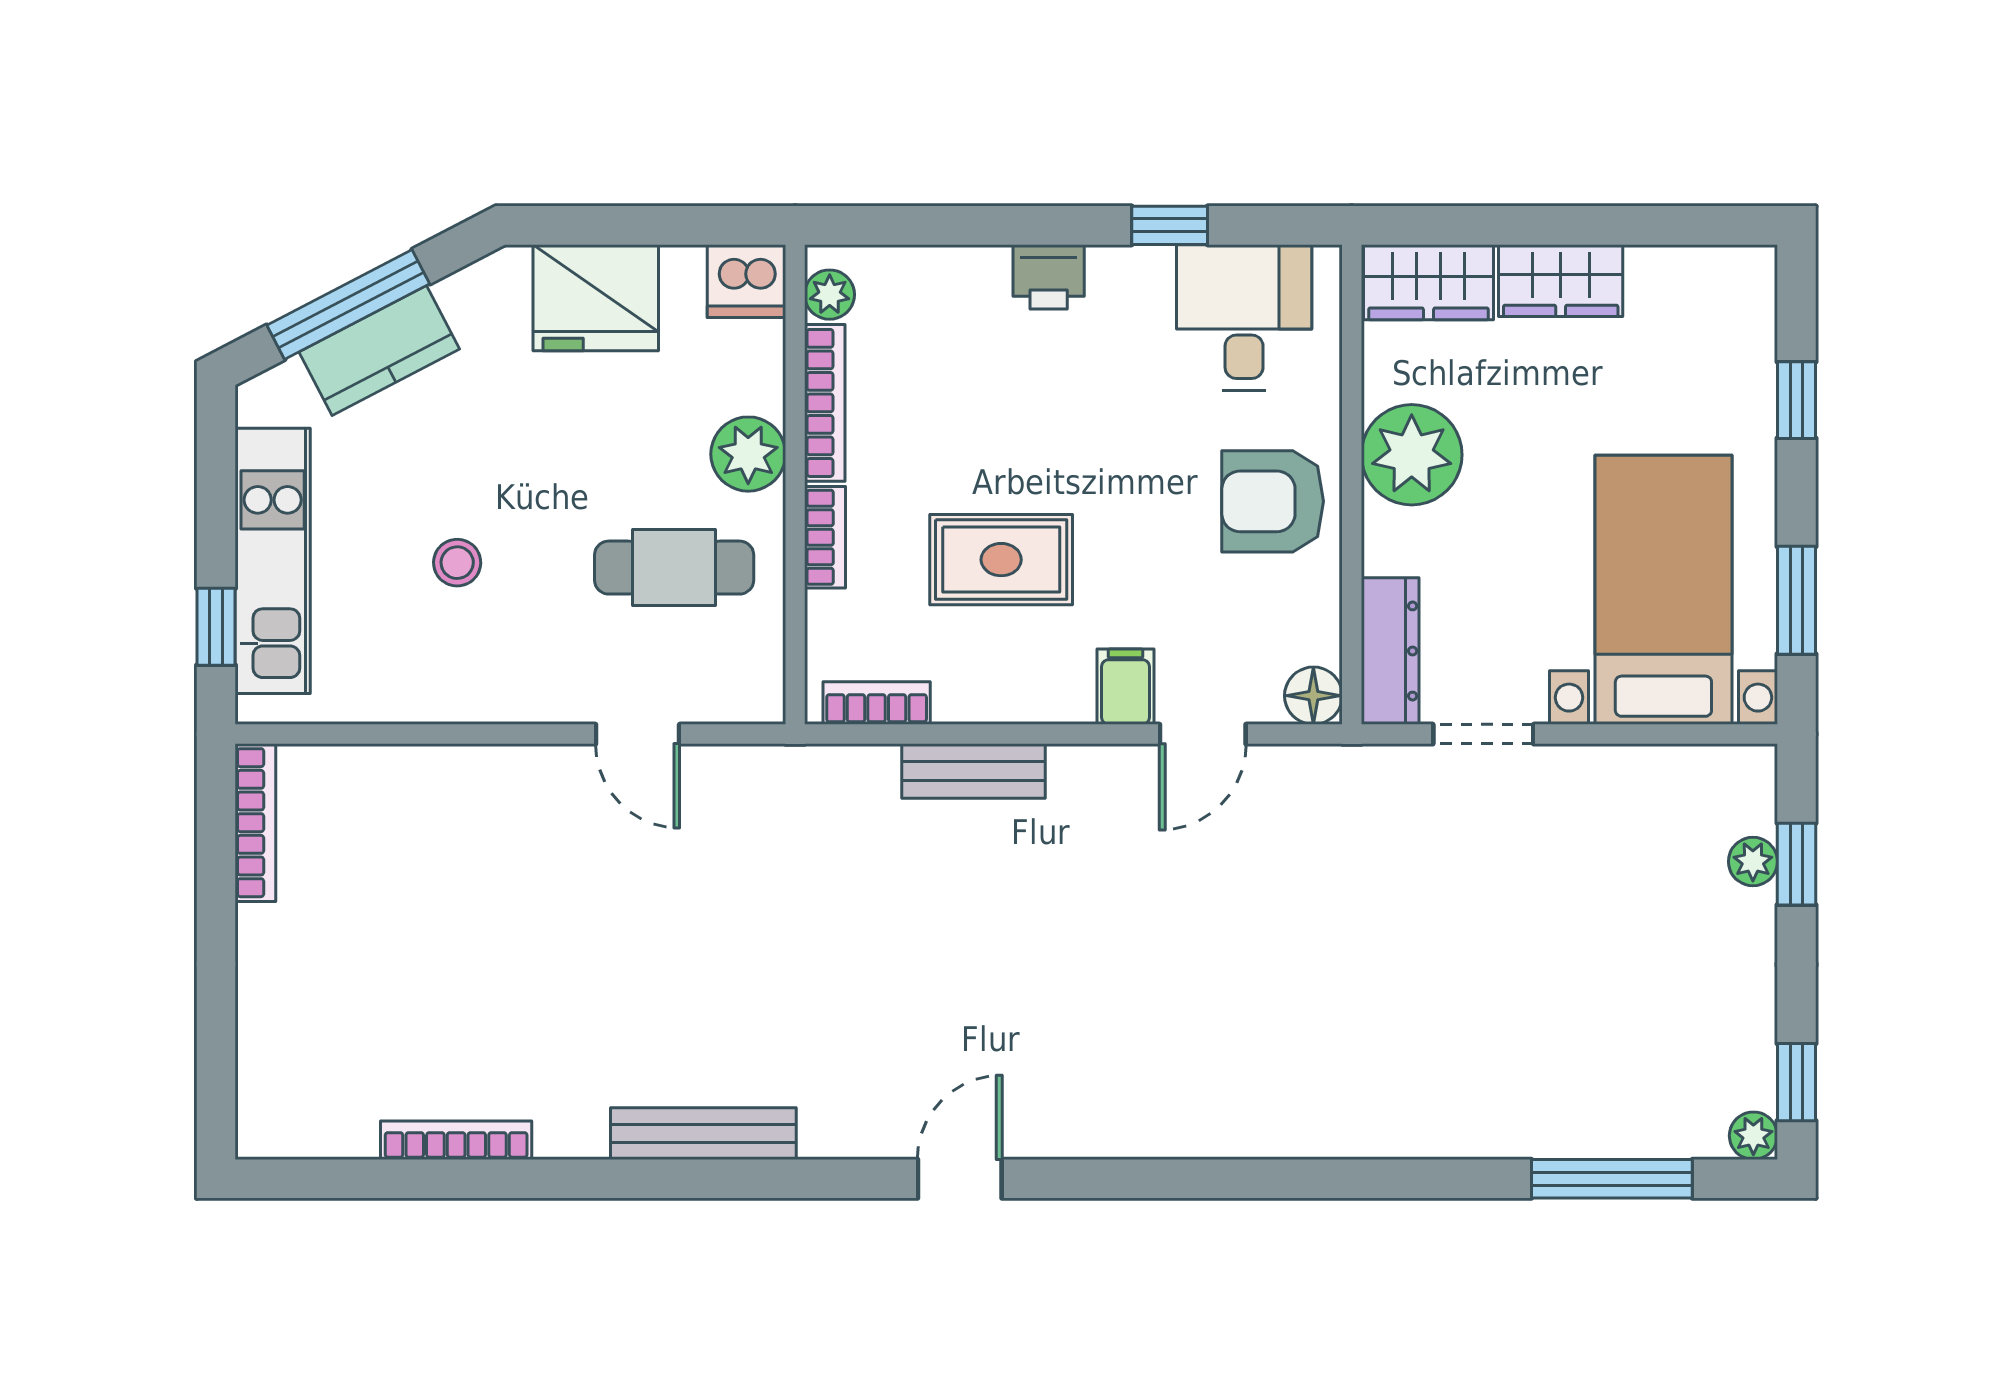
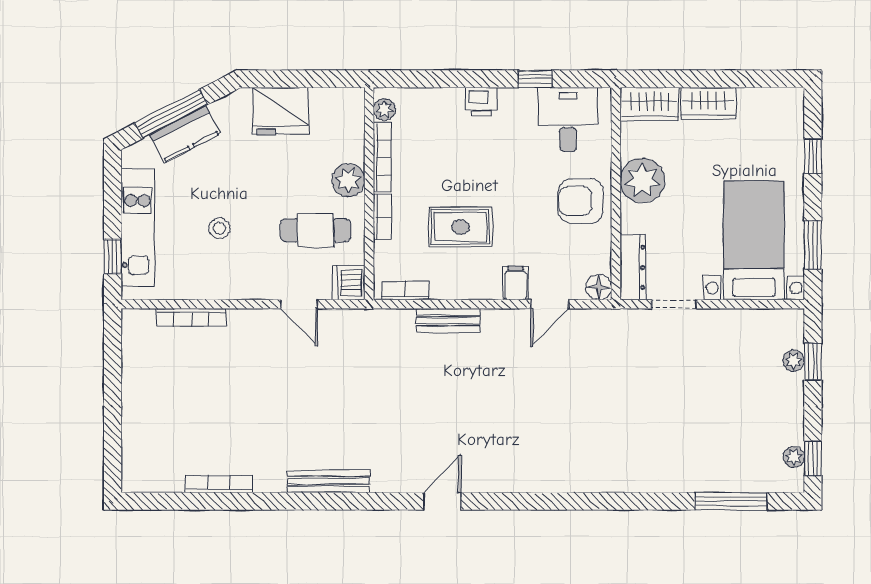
dishwasher: (746, 281) -> (349, 283), moved, turned 90
bookcase: (255, 823) -> (192, 317), moved, turned 90
plant: (1753, 1136) -> (794, 457), moved

